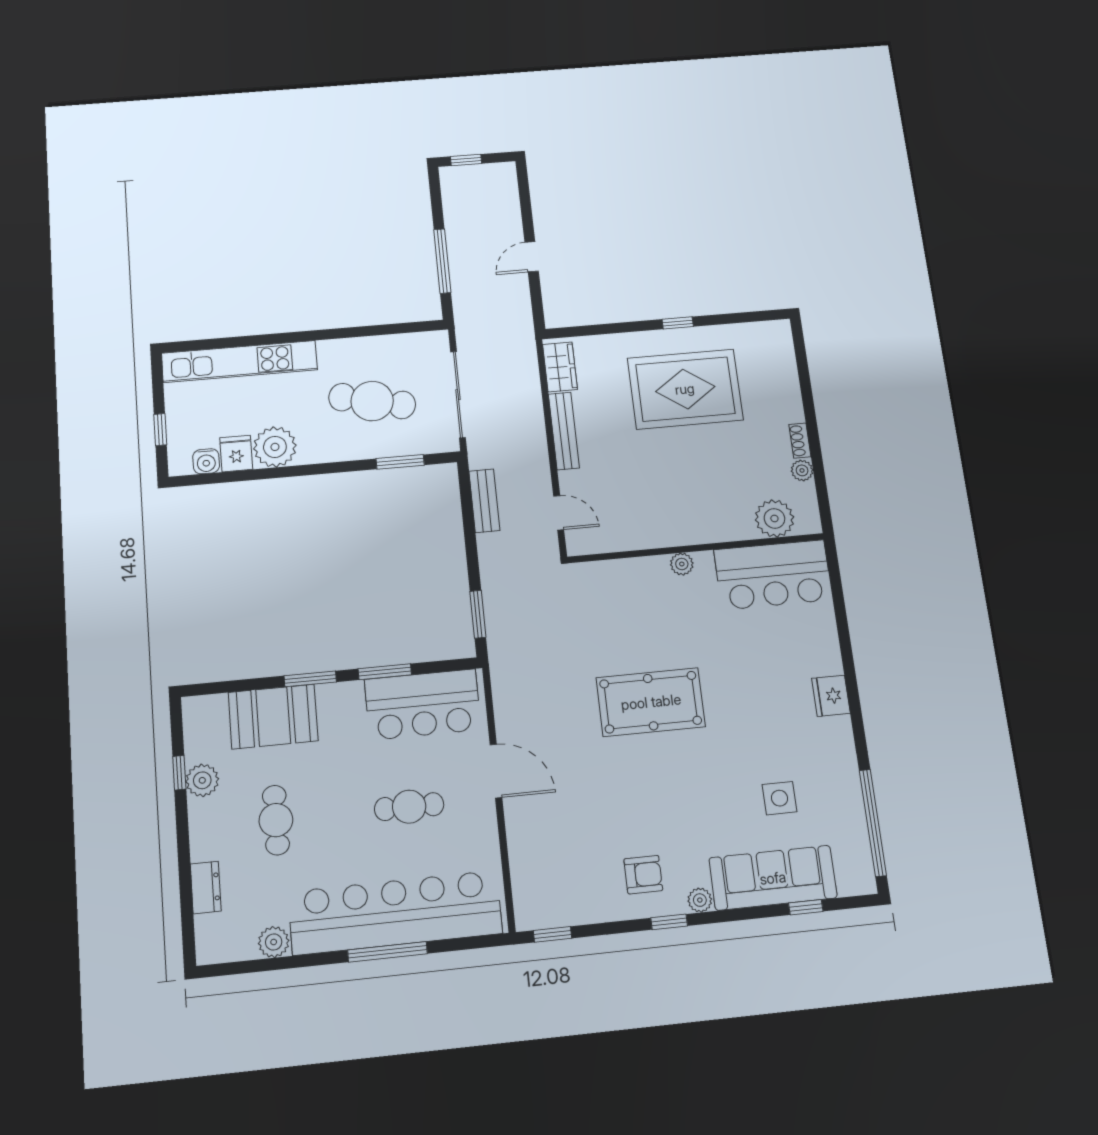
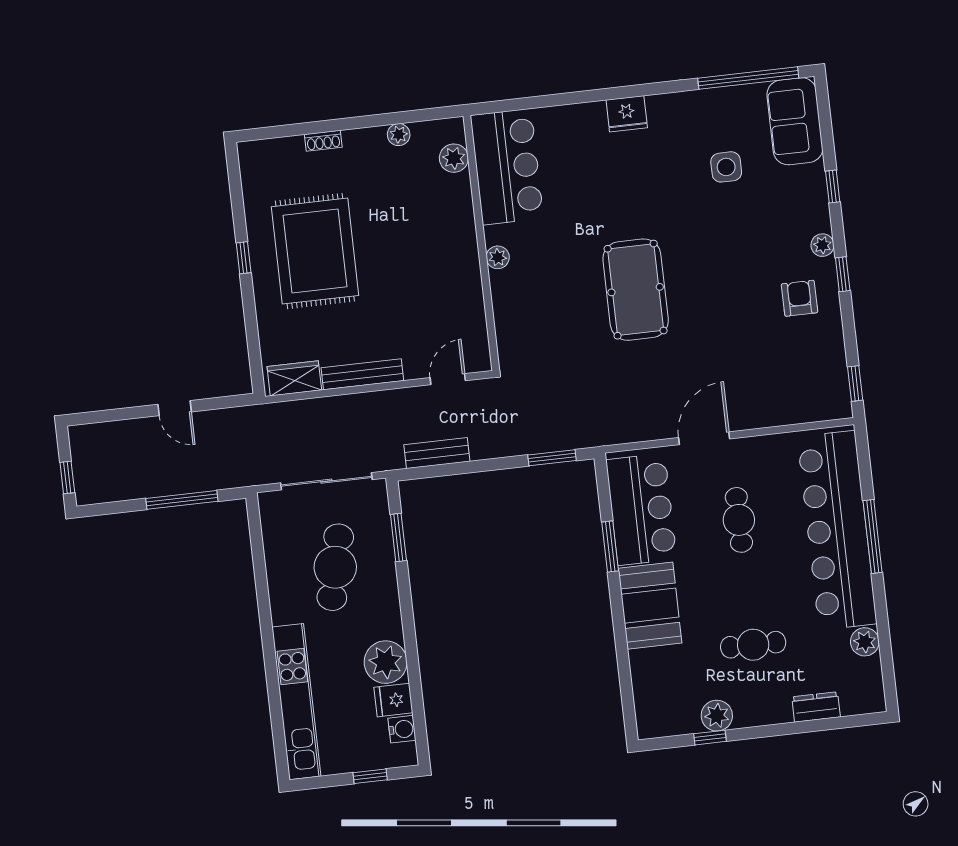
shoe rack: (800, 441) -> (323, 141), moved
plant: (774, 518) -> (454, 158), width x0.73, depth x0.73
window: (310, 679) -> (618, 618), removed
booth: (273, 717) -> (650, 606), moved
sofa: (773, 878) -> (795, 121), moved, width x0.73
window: (806, 907) -> (833, 187), moved

